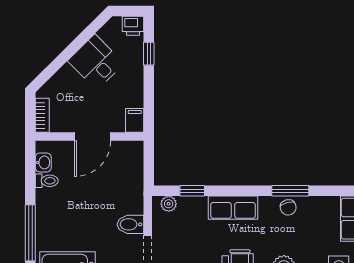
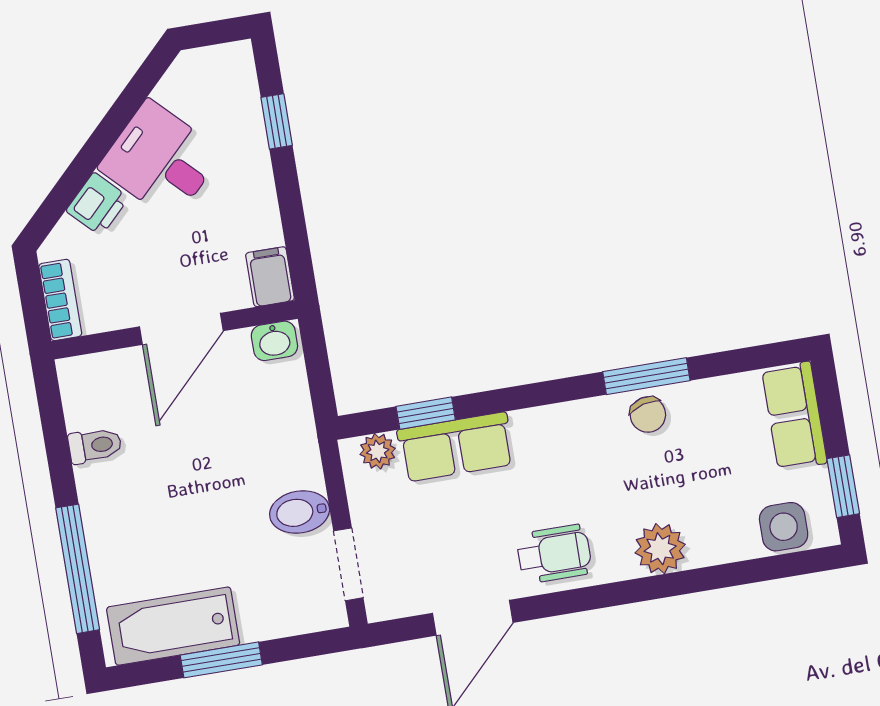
printer: (133, 26) -> (97, 204), moved, turned -45
washbasin: (43, 162) -> (274, 341), moved, turned 90
row of seats: (233, 208) -> (456, 447), moved

